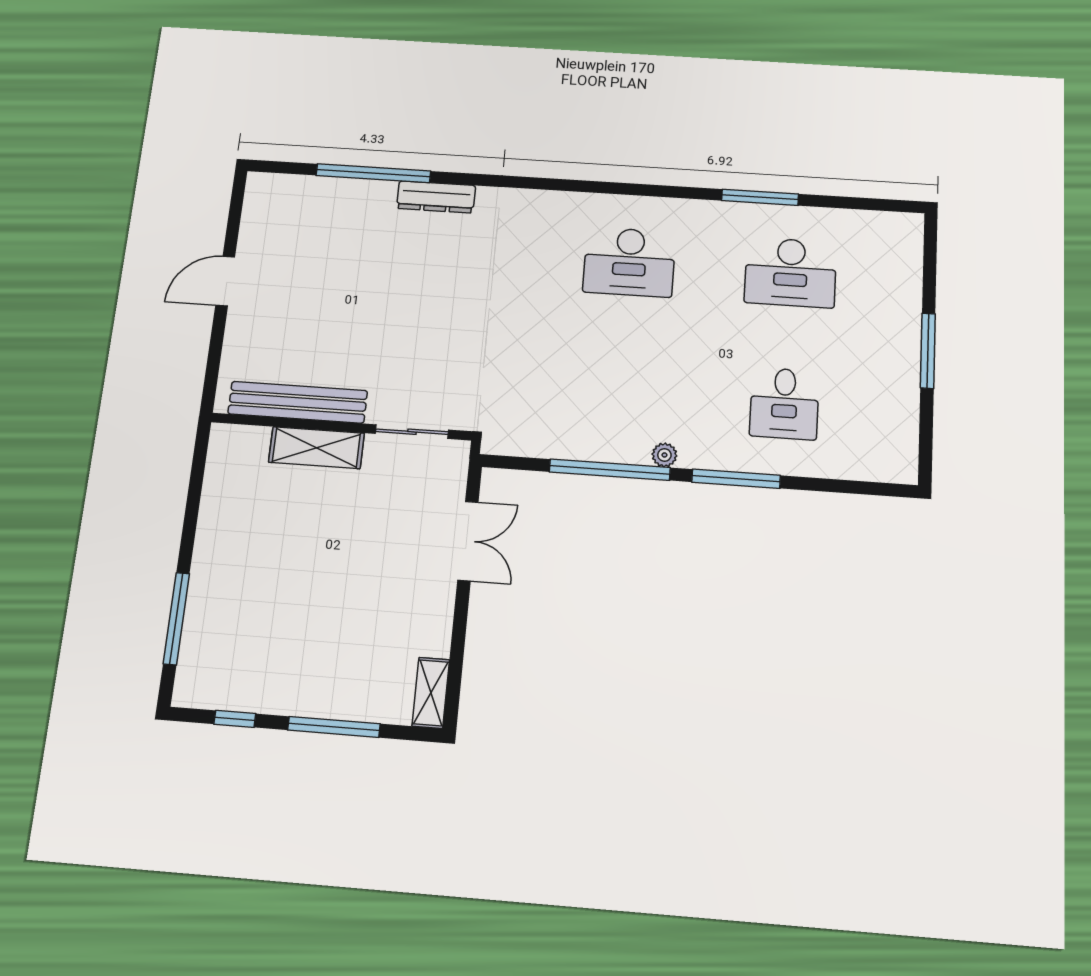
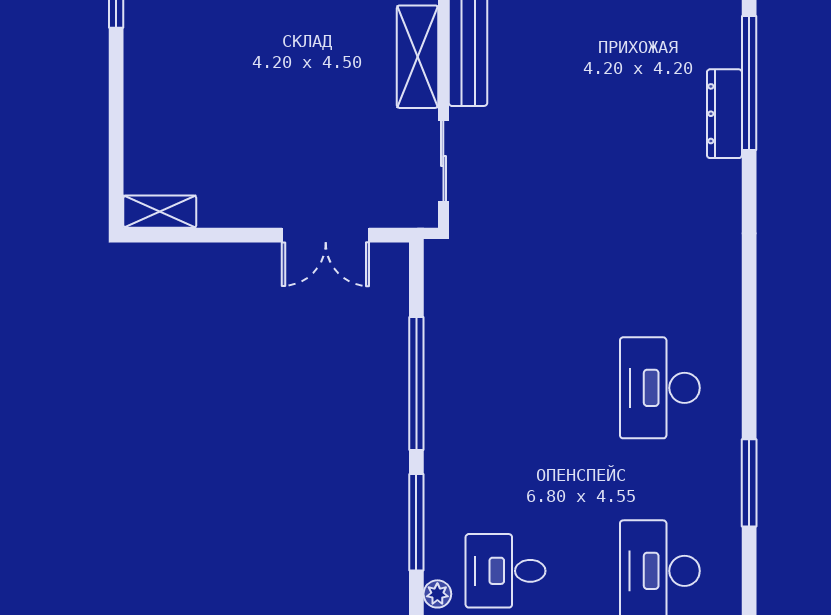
dresser: (436, 197) -> (724, 114), moved
window: (760, 197) -> (749, 483), moved
plant: (664, 455) -> (437, 594), moved
window: (334, 727) -> (116, 113), removed

